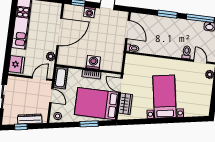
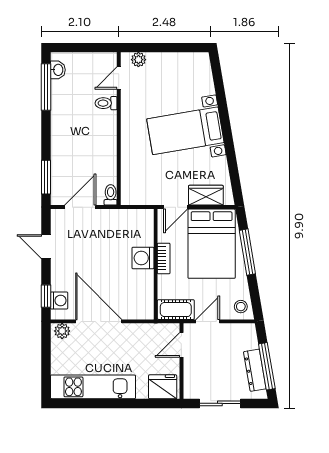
washing machine: (89, 12) -> (59, 301), moved
window: (167, 14) -> (46, 177), moved
plant: (51, 56) -> (62, 331), moved
door: (40, 78) -> (181, 345), hinge flipped
dresser: (30, 119) -> (255, 370), moved
window: (89, 124) -> (247, 252), width x1.44
window: (21, 127) -> (267, 366), width x2.17

